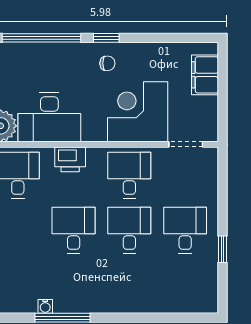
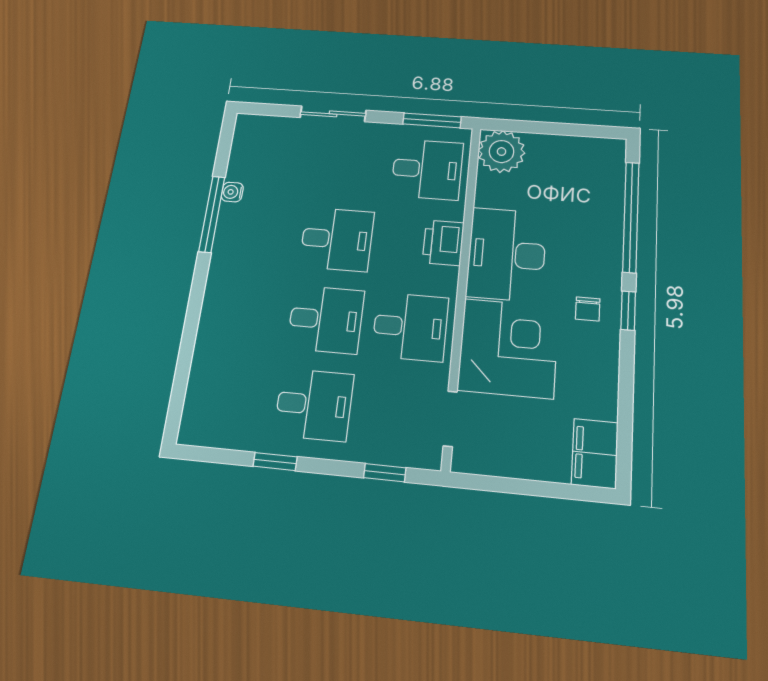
filing cabinet: (205, 75) -> (595, 453), moved, turned -90
desk: (49, 117) -> (507, 254), moved
window: (222, 181) -> (385, 473), added

